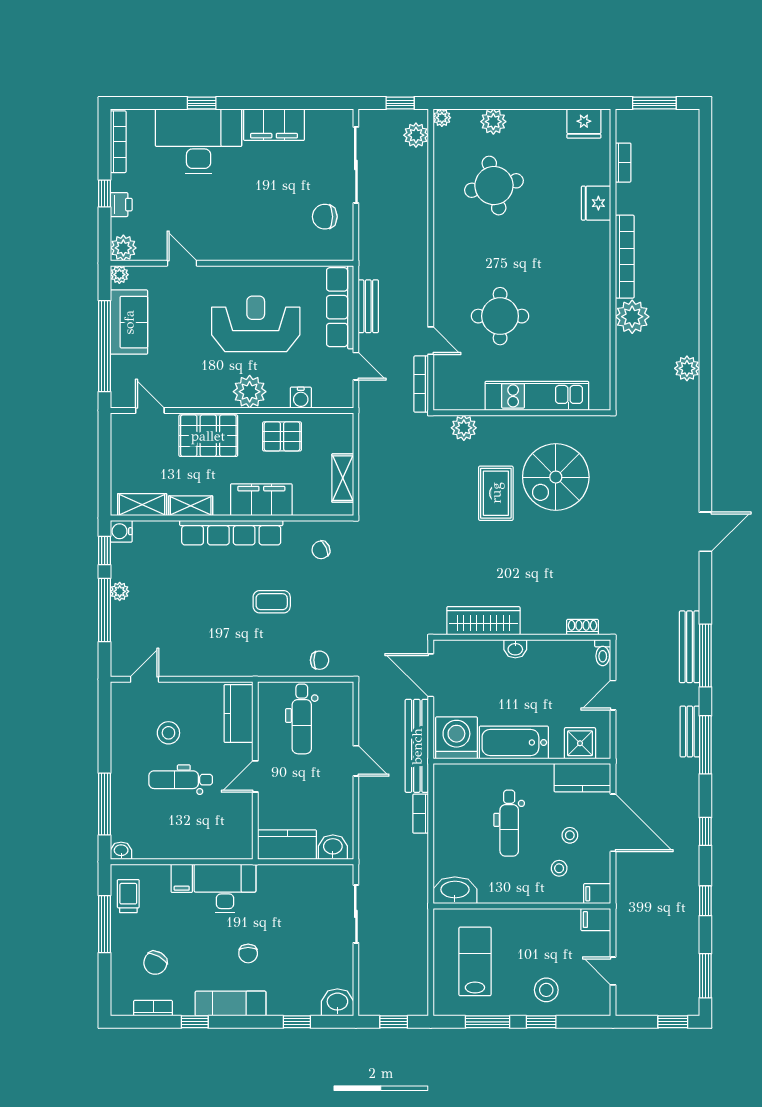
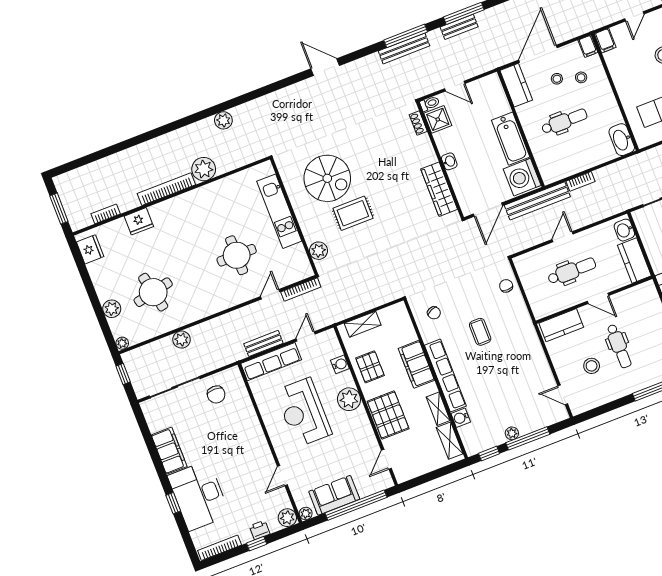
plant: (416, 135) -> (182, 340), moved
shelving: (343, 478) -> (363, 324), moved
water cooler: (121, 531) -> (461, 418), moved, turned 90
dental chair: (302, 719) -> (572, 271), moved
shower: (580, 743) -> (438, 119), moved

